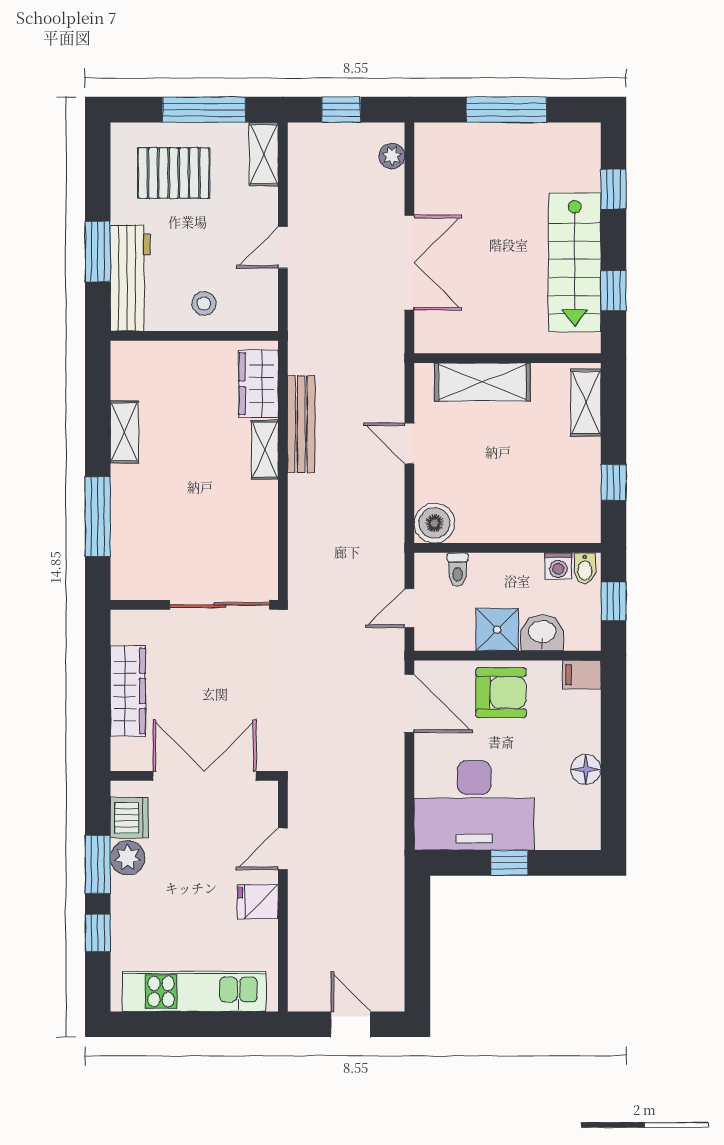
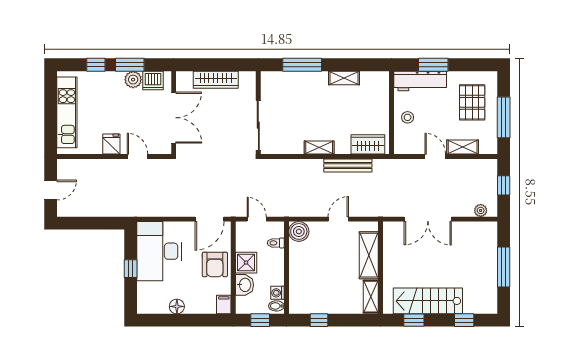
shelving: (264, 154) -> (463, 147), moved
shelving: (586, 402) -> (371, 297), moved, turned 90
shelving: (265, 450) -> (319, 147), moved

